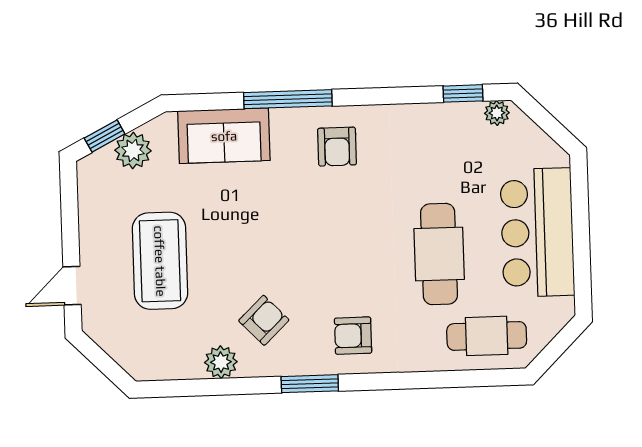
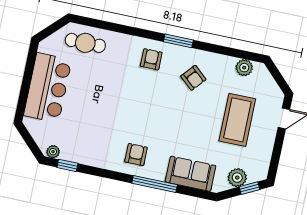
cafe table: (439, 254) -> (99, 89), removed
armchair: (264, 320) -> (193, 78), turned -95
armchair: (353, 336) -> (151, 59), turned -90
plant: (221, 362) -> (244, 68), moved

